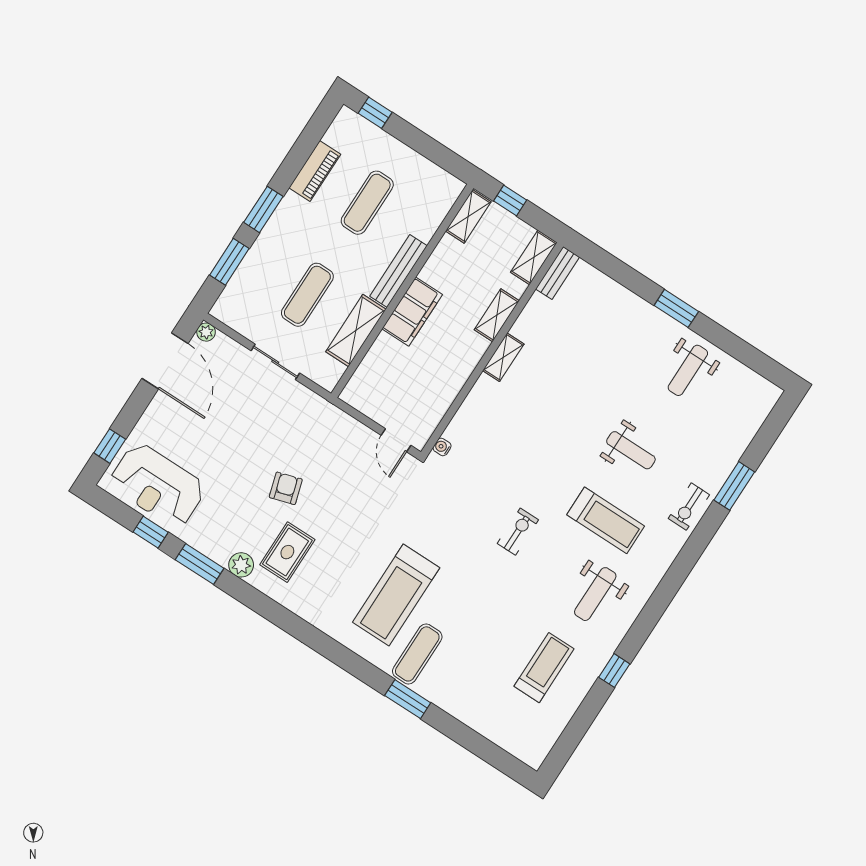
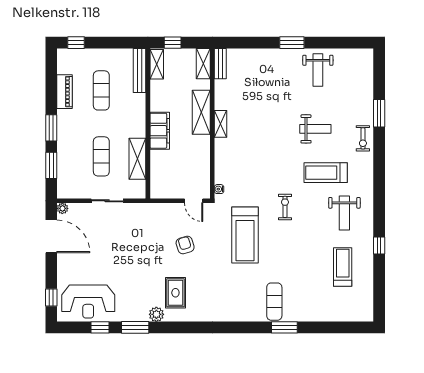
bench: (399, 271) -> (140, 71), moved
shelving: (497, 315) -> (201, 112), width x1.50, depth x1.33
armchair: (286, 488) -> (185, 245), moved
treadmill: (606, 520) -> (326, 173), turned 180
treadmill: (396, 595) -> (245, 235), moved

